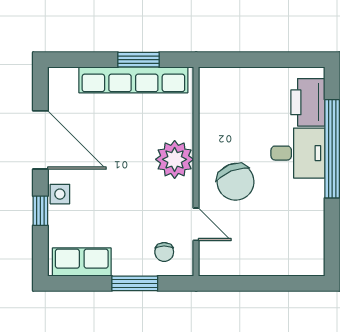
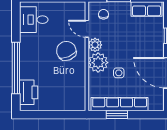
desk: (298, 153) -> (34, 20), moved
side table: (60, 194) -> (119, 73), moved
plant: (181, 194) -> (95, 45), added

